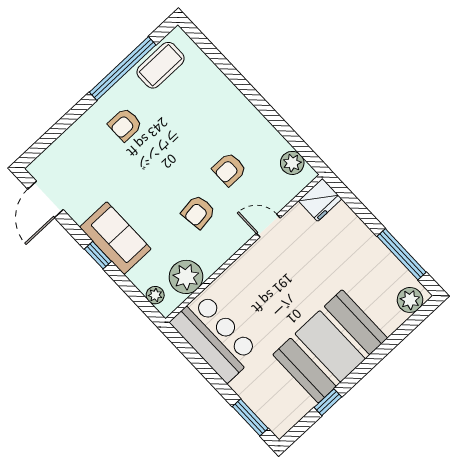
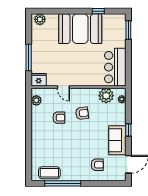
armchair: (125, 125) -> (97, 165), moved
sofa: (115, 238) -> (117, 140), moved
window: (402, 254) -> (29, 57), moved

